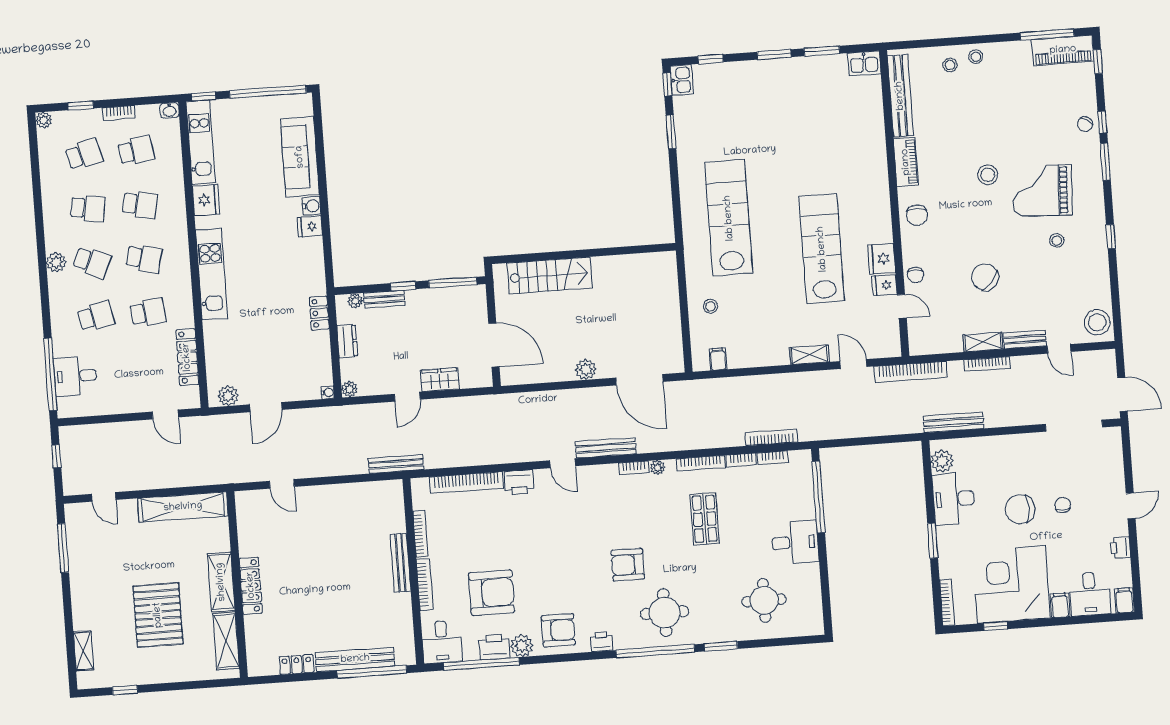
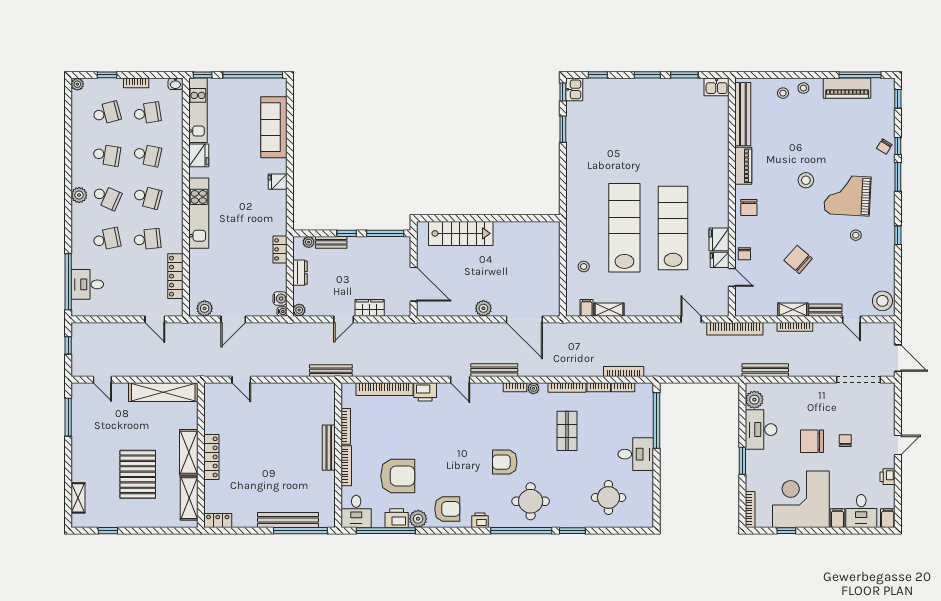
piano: (1063, 50) -> (847, 88), moved
water cooler: (311, 206) -> (280, 299), moved
lab bench: (729, 218) -> (624, 228), moved
shelving: (809, 355) -> (609, 310), moved
locker: (297, 664) -> (218, 521), moved

